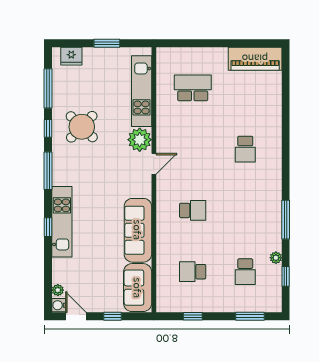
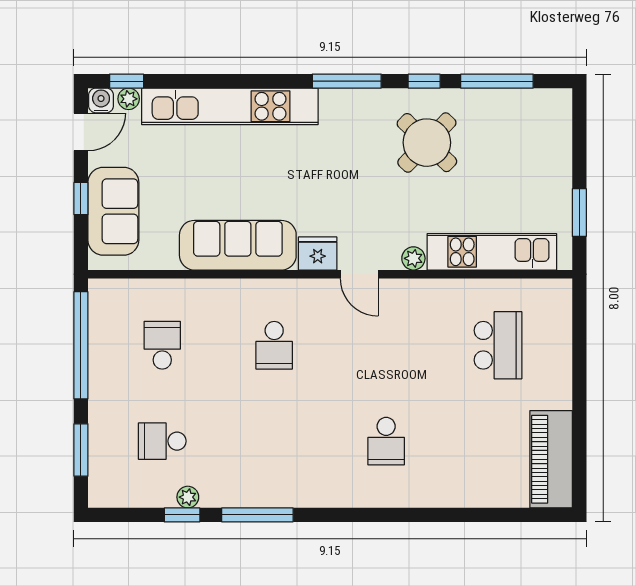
window: (107, 43) -> (579, 213), moved
fridge: (71, 56) -> (318, 253), moved, turned 90
plant: (140, 140) -> (413, 258), width x0.53, depth x0.53
school desk: (245, 149) -> (386, 441), turned -90
kitchen unit: (62, 222) -> (230, 106), width x1.36
window: (48, 227) -> (127, 81), moved
window: (286, 276) -> (182, 515), moved
sofa: (138, 288) -> (113, 211), moved, turned 90
window: (193, 316) -> (81, 345), width x3.17

